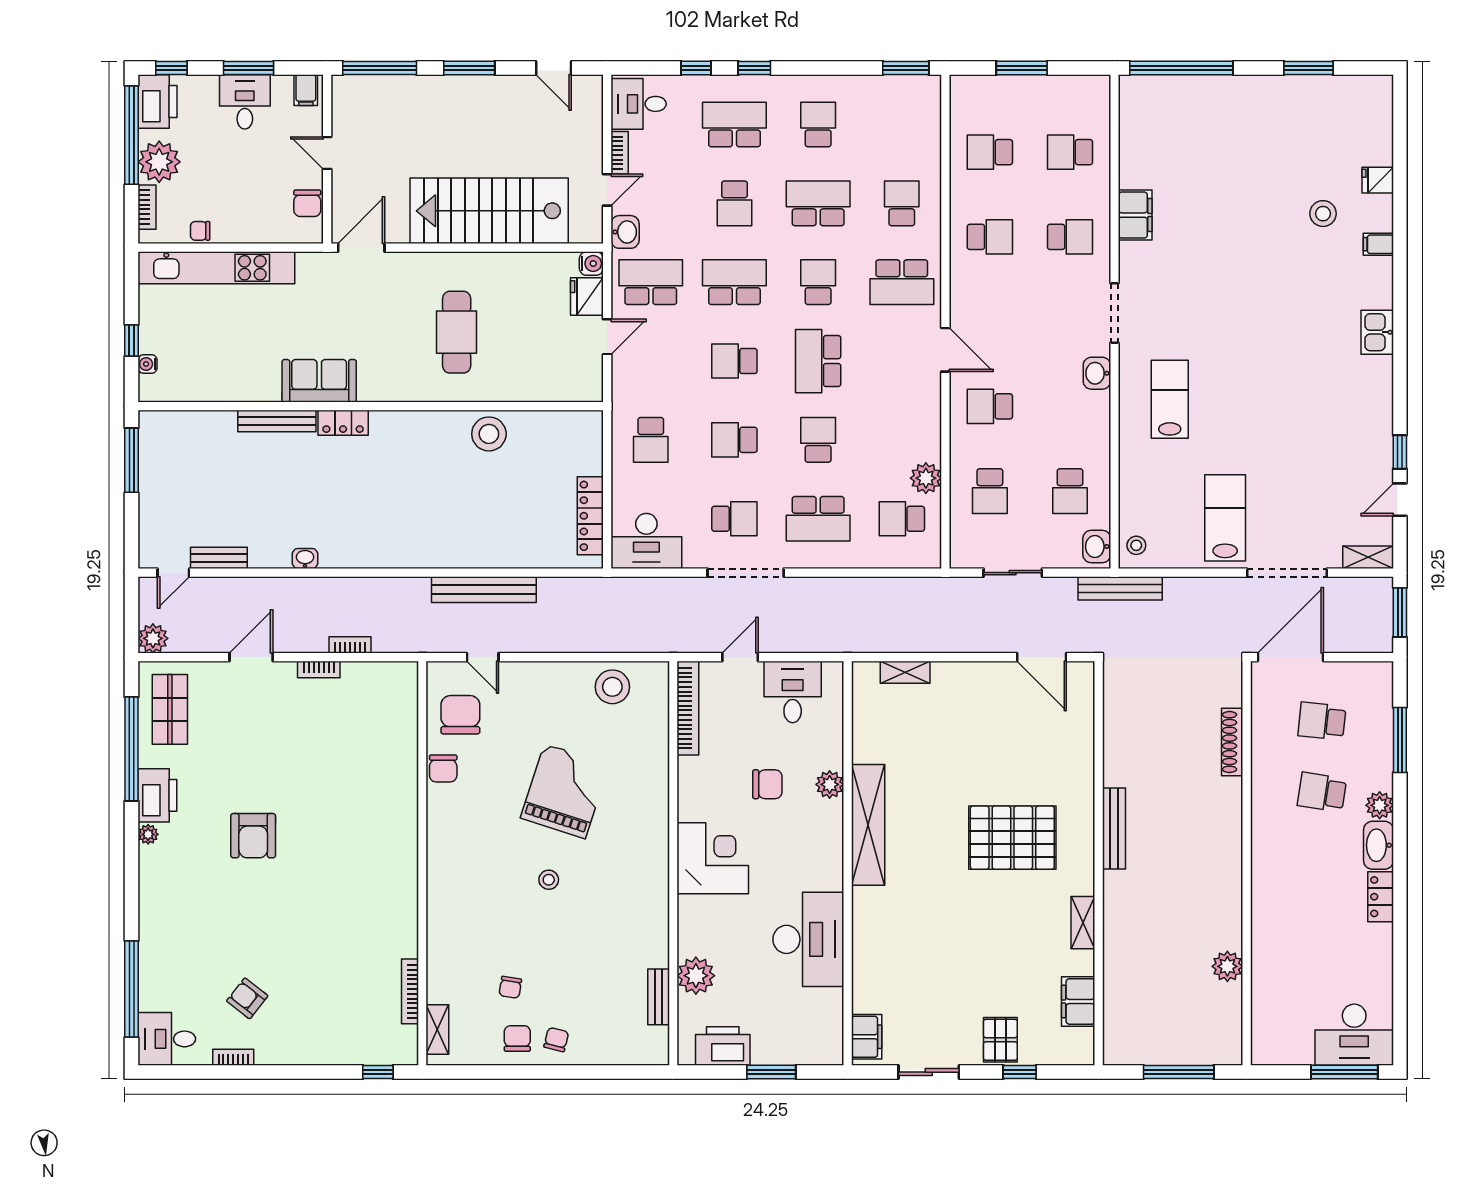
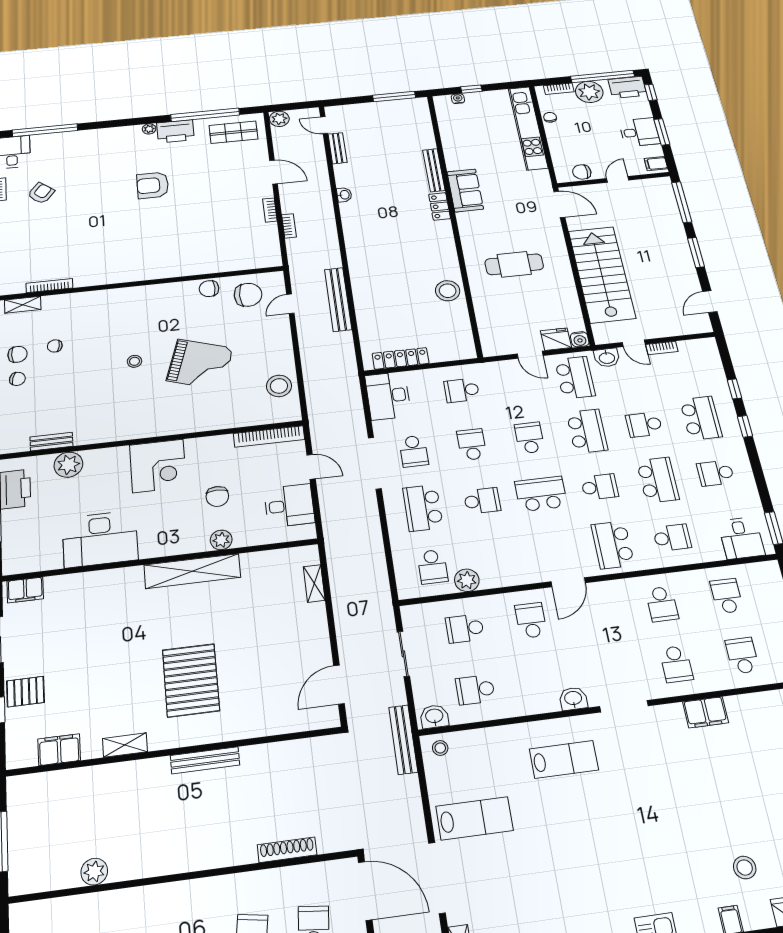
desk: (639, 104) -> (741, 538), moved, turned 180
school desk: (818, 124) -> (716, 473), turned 180
school desk: (902, 519) -> (433, 567), turned 180

